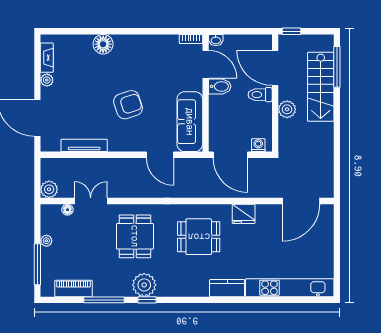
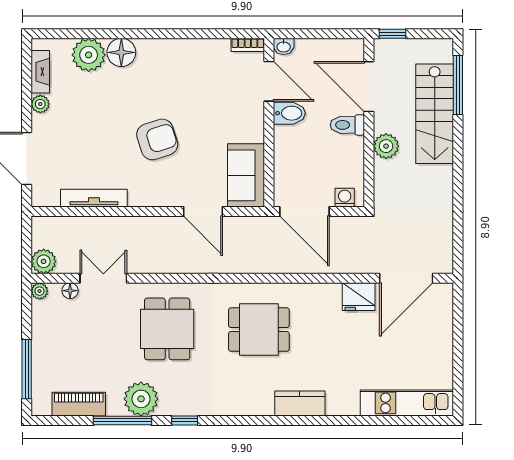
plant: (80, 46) -> (89, 55), added
sofa: (190, 122) -> (246, 175), width x0.73
fridge: (244, 214) -> (359, 297), moved
plant: (46, 241) -> (40, 291), moved
plant: (144, 285) -> (141, 399), moved
kitchen unit: (290, 288) -> (407, 403), width x0.73

